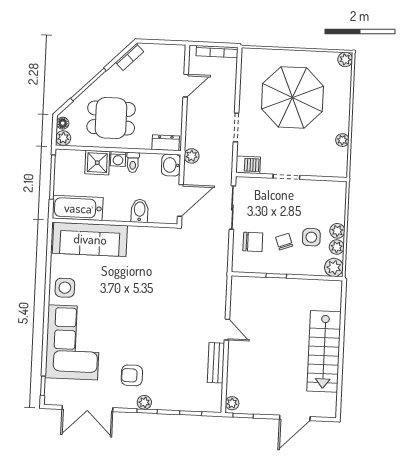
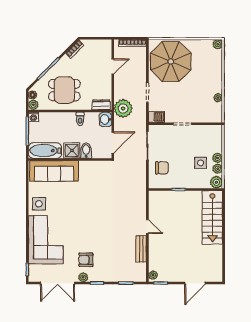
parasol: (292, 97) -> (171, 61), moved
plant: (192, 156) -> (123, 108), width x1.88, depth x1.88
washing machine: (118, 159) -> (33, 117), moved
shower: (97, 163) -> (72, 150), moved
chair: (284, 242) -> (183, 167), removed
stairs: (324, 351) -> (212, 217), moved
plant: (144, 402) -> (83, 277), moved

